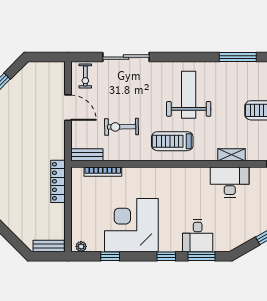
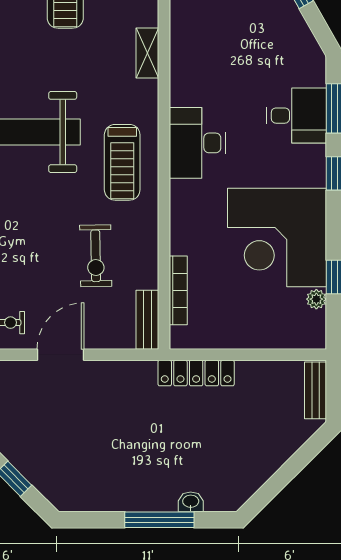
desk: (230, 182) -> (197, 143), moved
plant: (81, 246) -> (316, 299), moved

